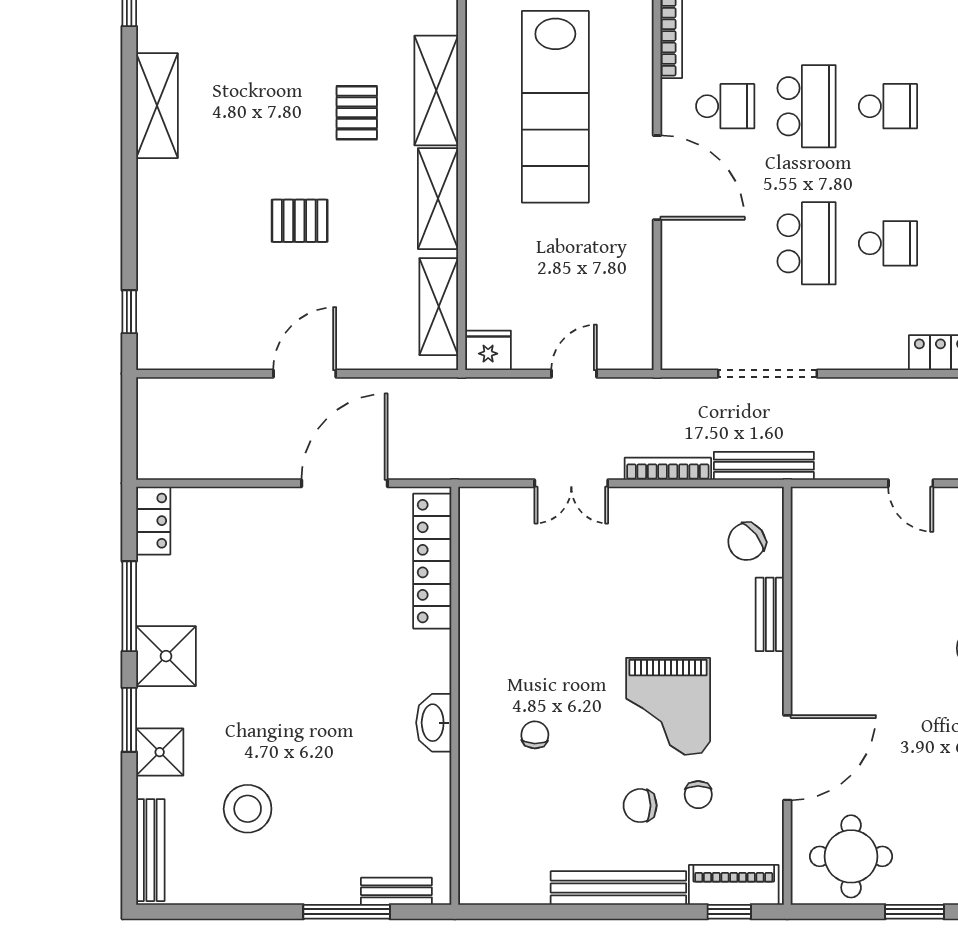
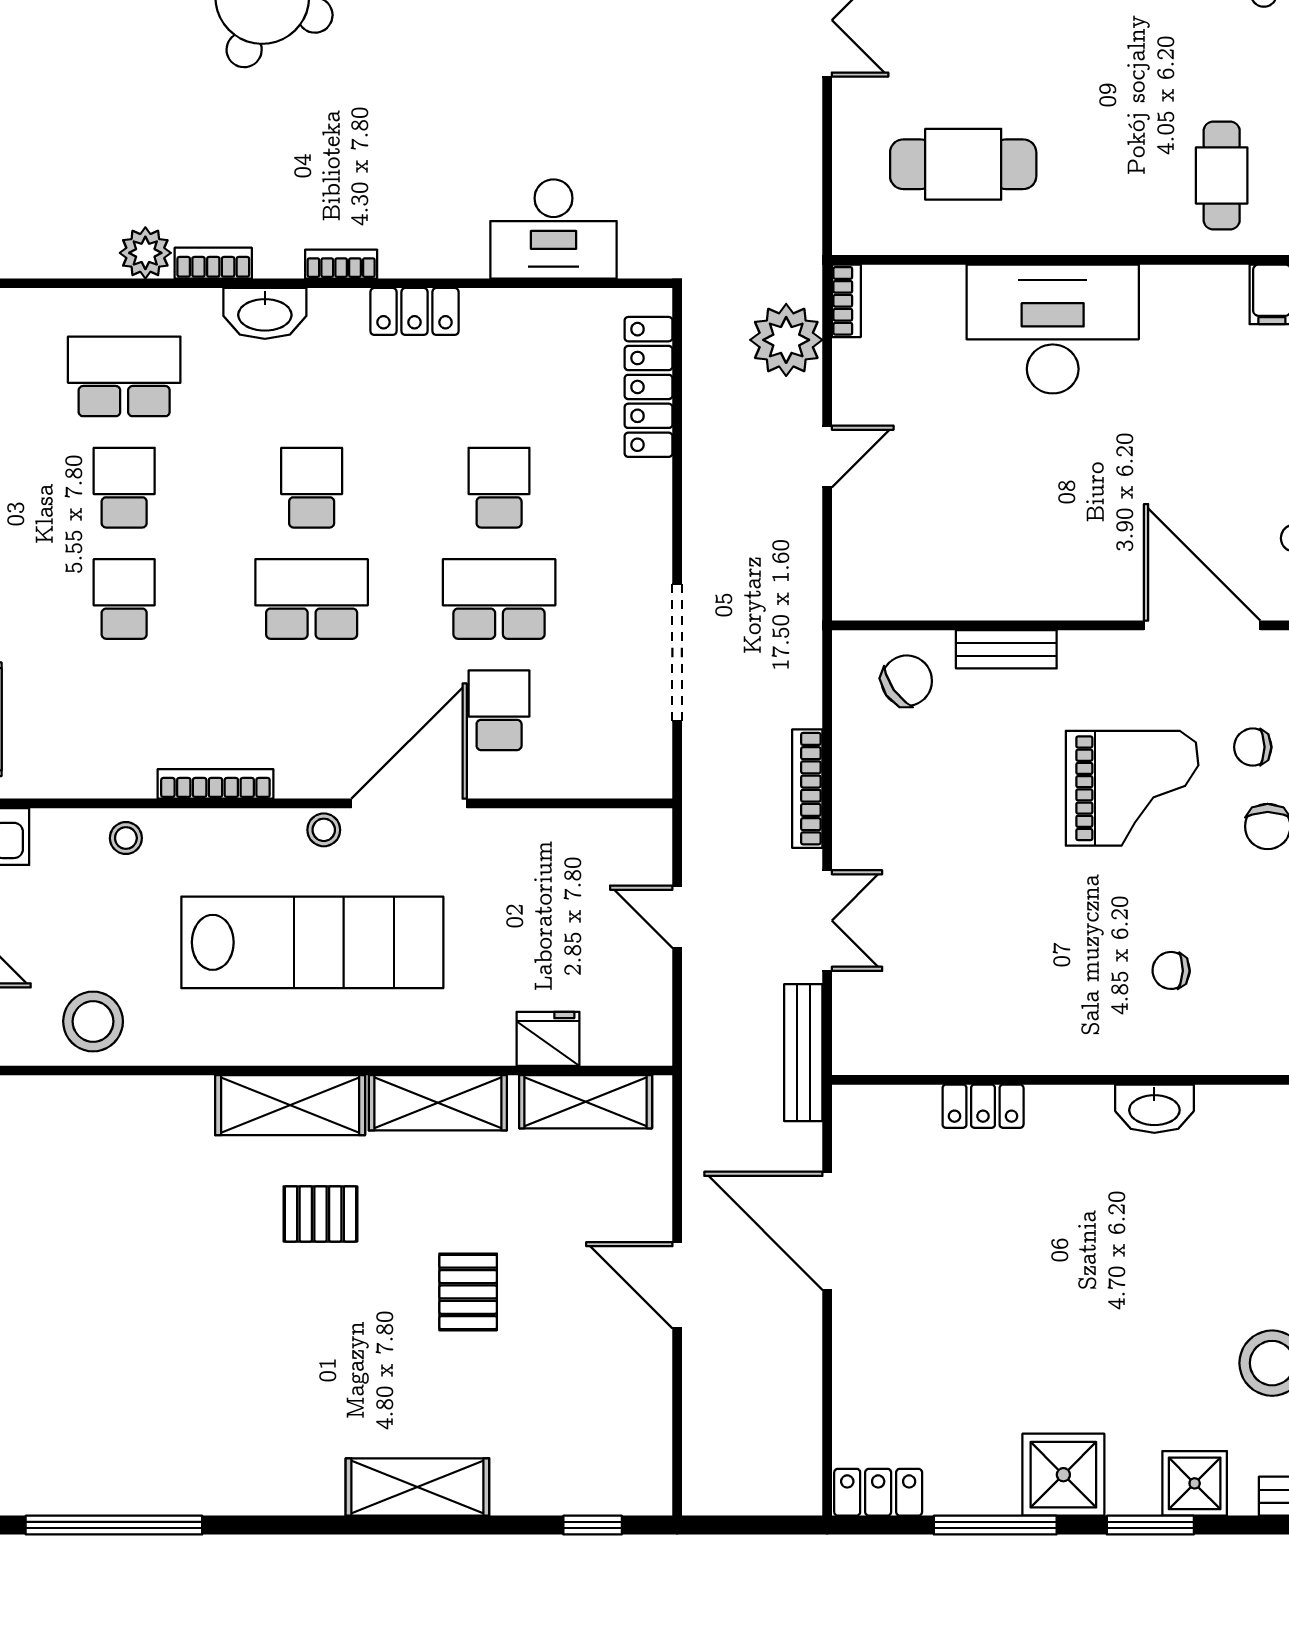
shelving: (157, 106) -> (417, 1487), moved
school desk: (725, 106) -> (499, 710), moved
stool: (638, 115) -> (324, 830), added
fridge: (488, 350) -> (548, 1039), moved, turned 90
bench: (764, 466) -> (803, 1053), moved
chair: (747, 542) -> (907, 681), turned -87
locker: (432, 561) -> (983, 1106), width x0.46, depth x0.83
chair: (698, 795) -> (1253, 747), turned 180

